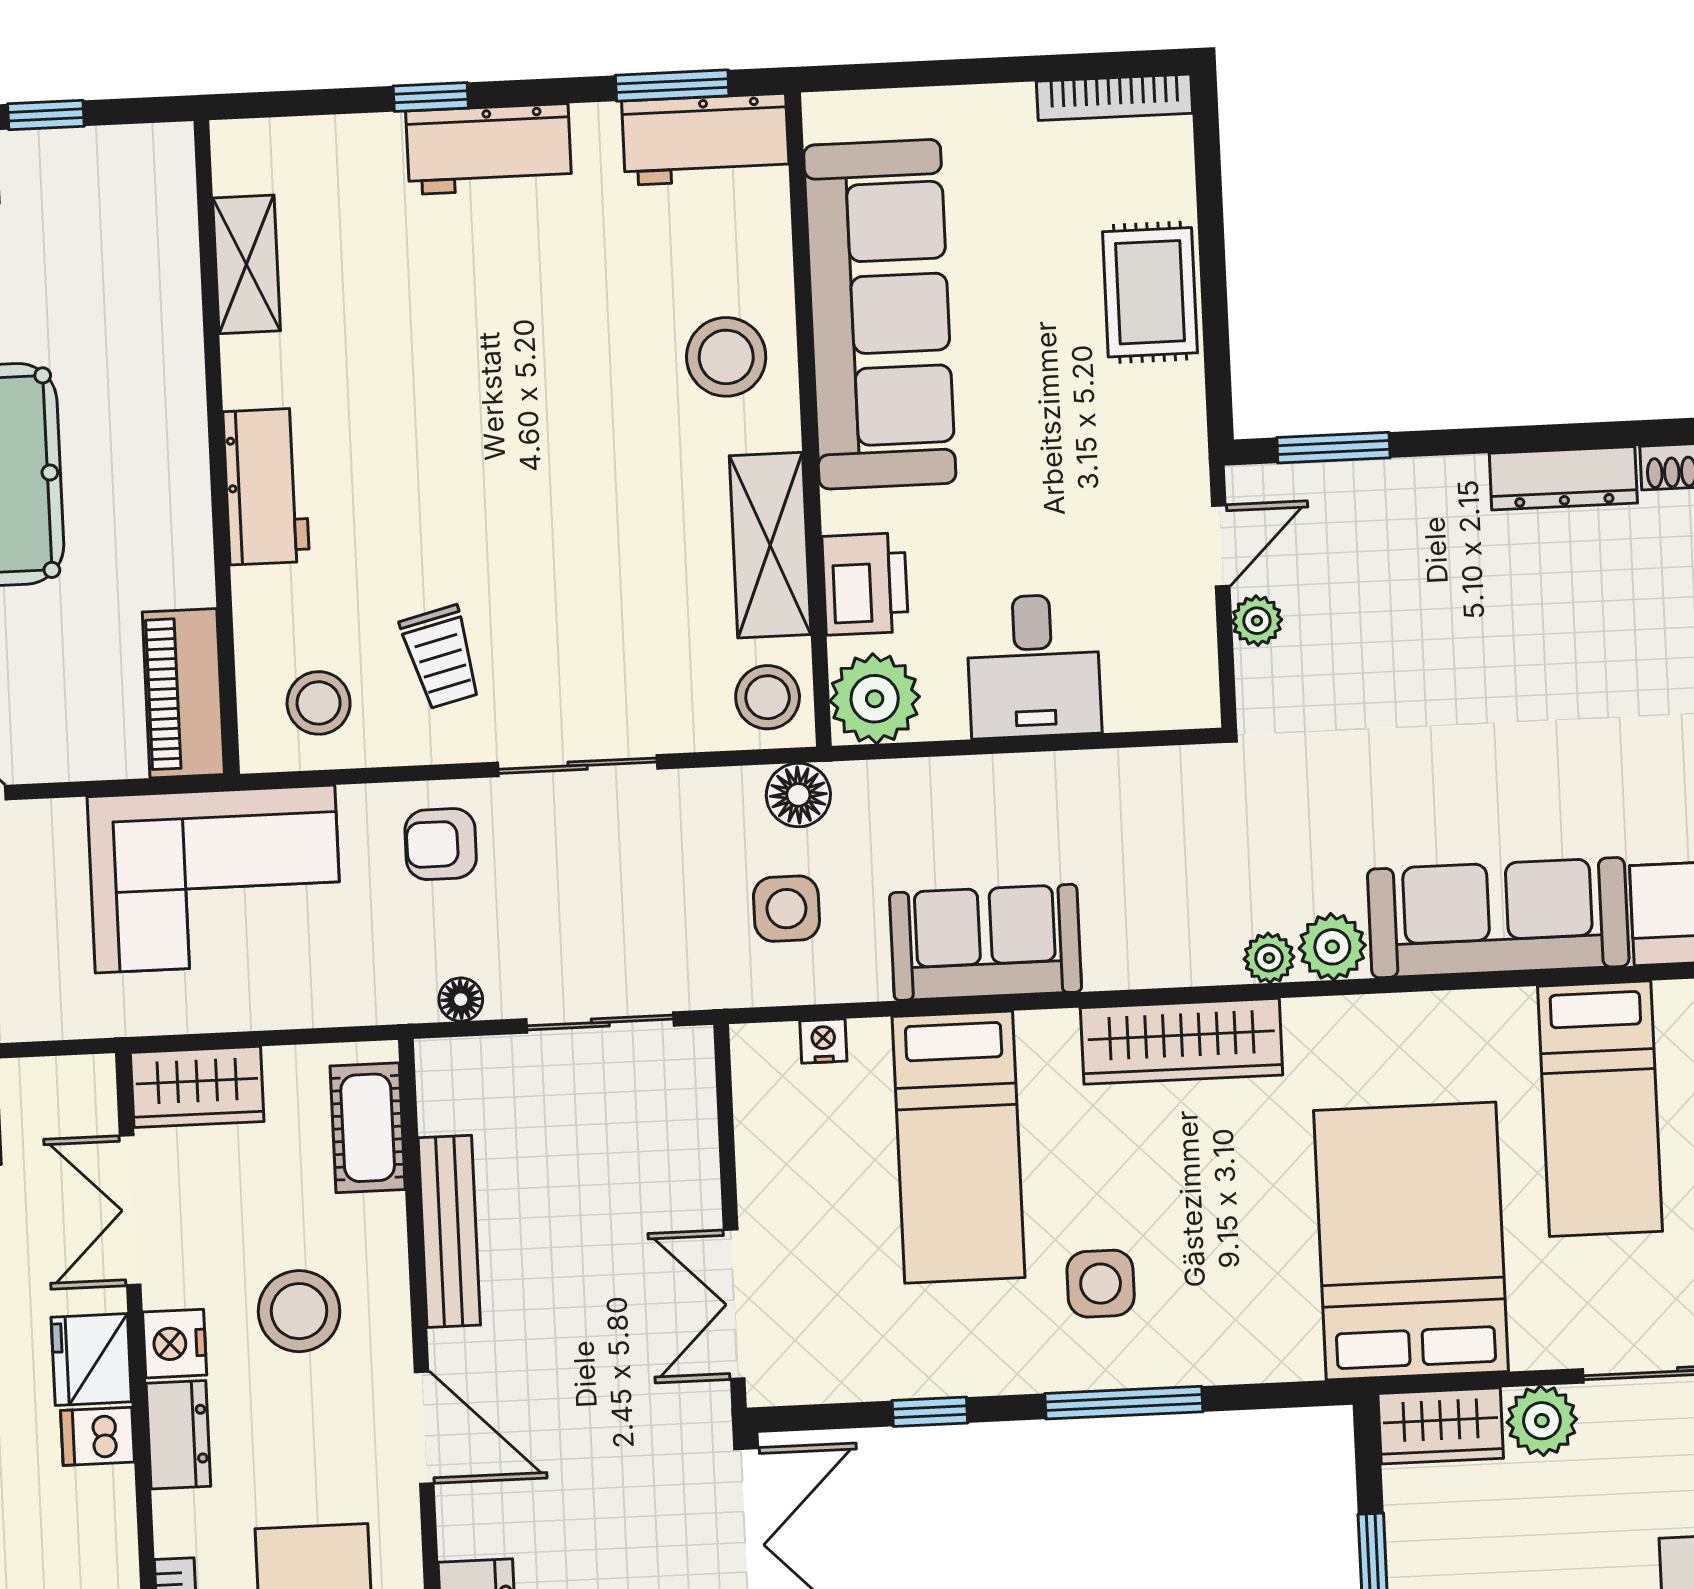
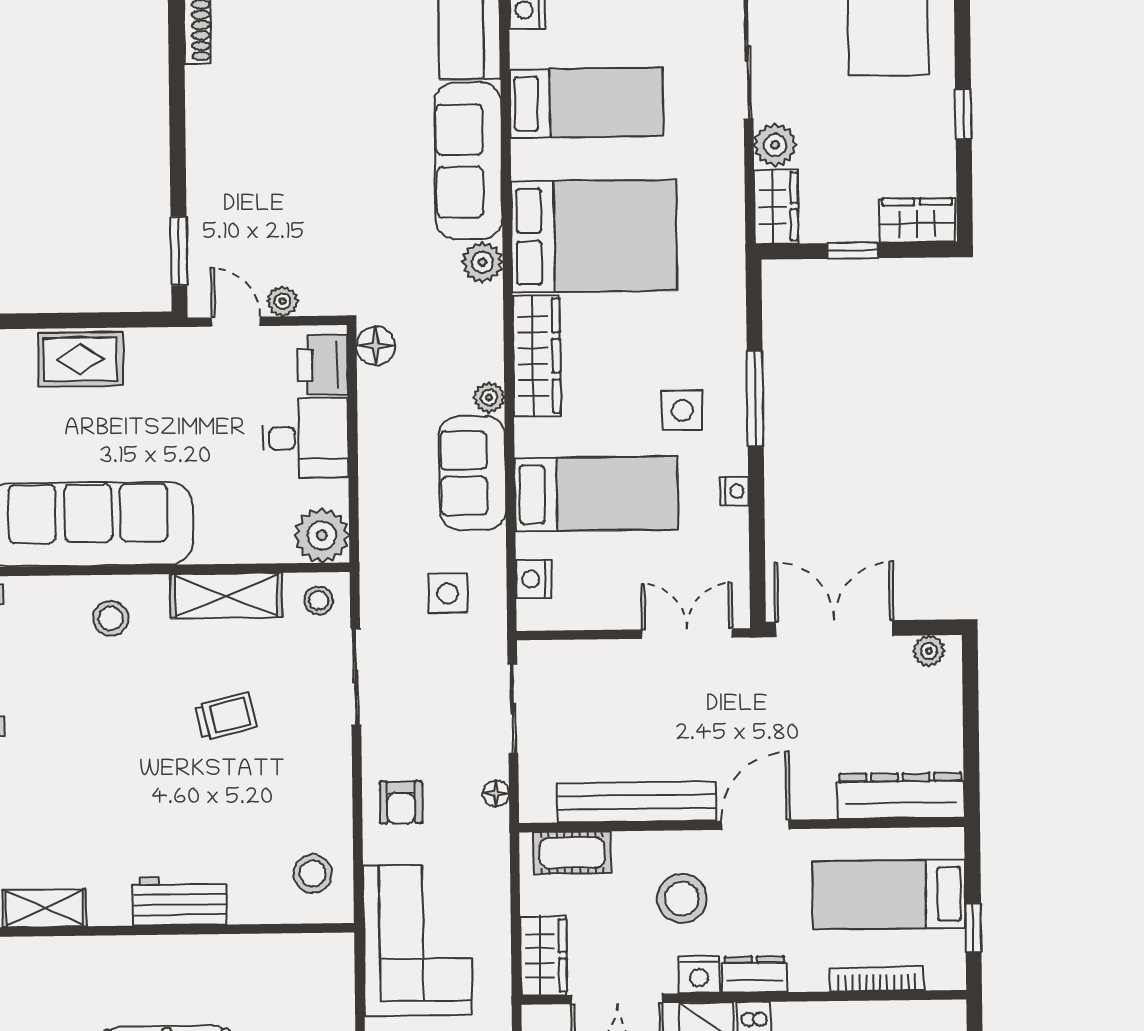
stool: (726, 357) -> (111, 618), width x0.73, depth x0.73
dresser: (1563, 478) -> (202, 112), removed
printer: (865, 584) -> (322, 365), moved, turned -90
trolley: (441, 657) -> (226, 716), moved
piano: (183, 693) -> (304, 956), removed
stool: (768, 697) -> (319, 600), width x0.73, depth x0.73
sliding door: (578, 766) -> (356, 677), moved
floor lamp: (798, 795) -> (376, 346), moved
plant: (1269, 958) -> (489, 397), moved
nightstand: (823, 1041) -> (534, 579), width x1.39, depth x1.35
bench: (449, 1231) -> (637, 802), width x1.37, depth x1.21
bed: (1411, 1241) -> (594, 236), moved, turned 180
double door: (734, 1304) -> (687, 634), swing flipped
nightstand: (971, 1374) -> (735, 491), added
window: (930, 1412) -> (757, 517), removed

